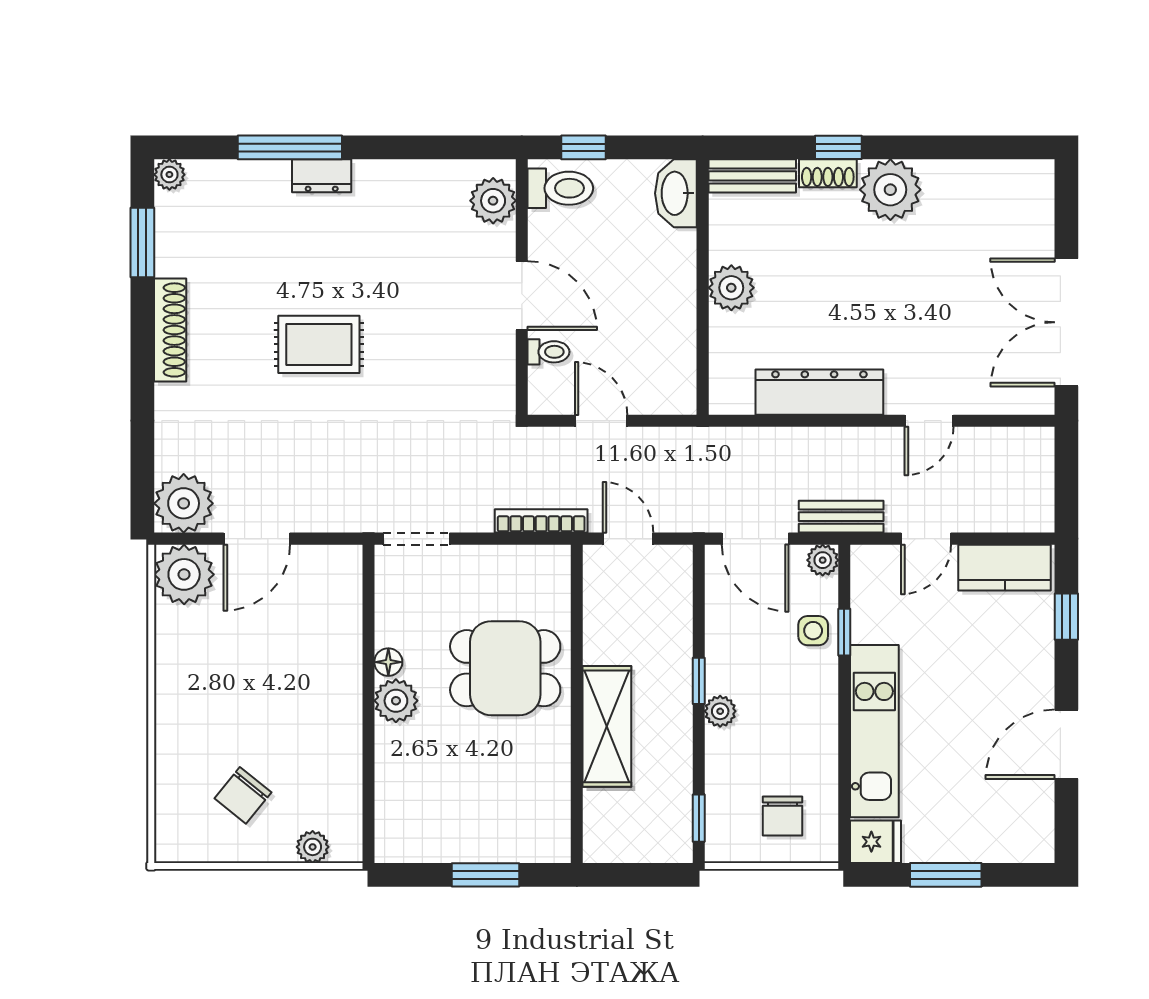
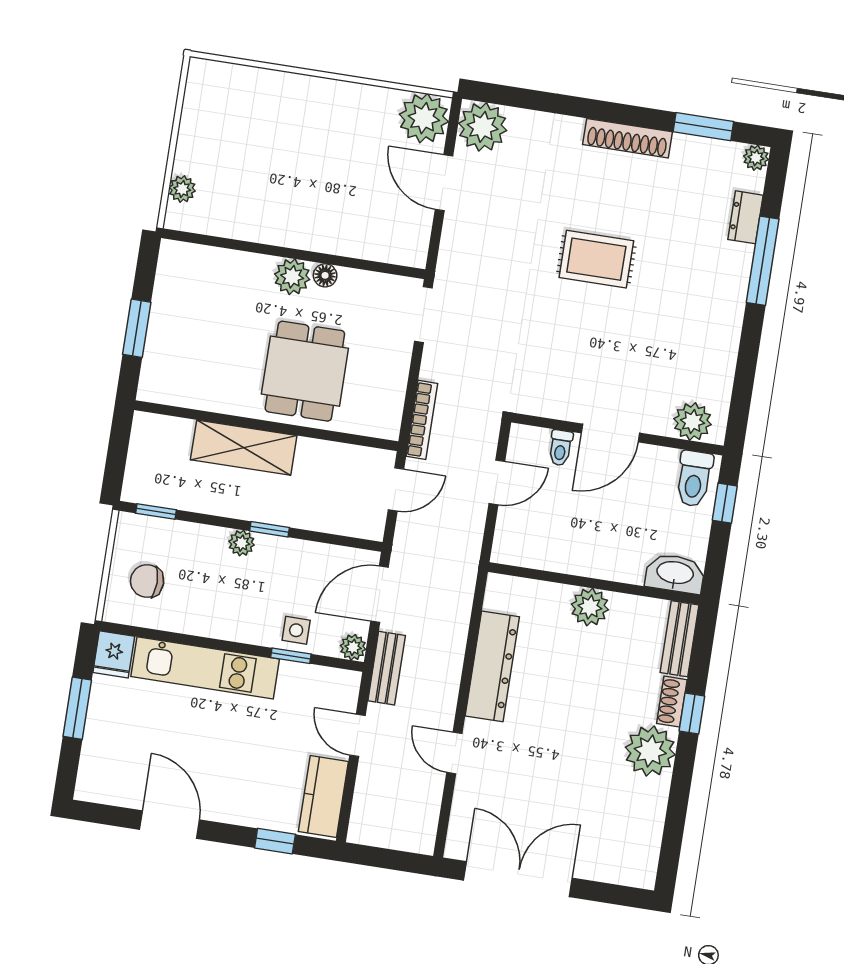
dresser: (322, 176) -> (745, 217), moved
rug: (319, 344) -> (596, 259), turned 90
chair: (243, 795) -> (234, 138), removed

